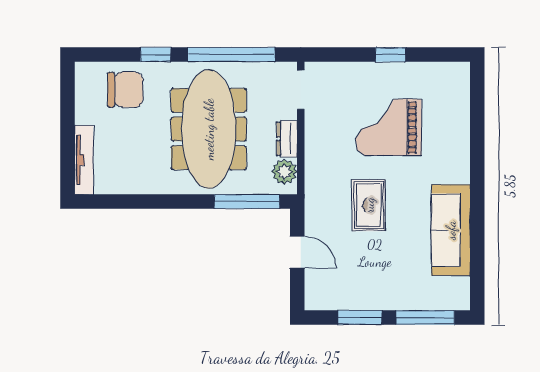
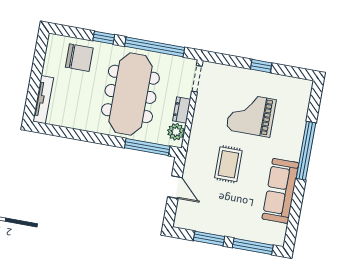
window: (477, 165) -> (306, 151), added

